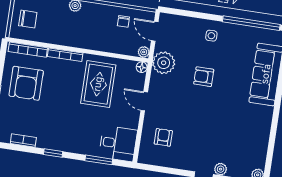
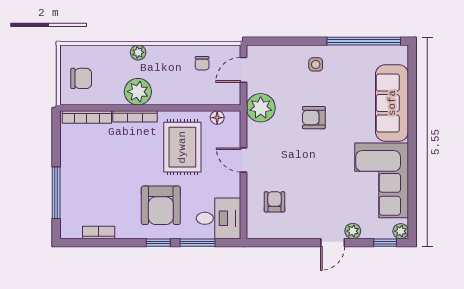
door: (155, 31) -> (243, 70), hinge flipped
plant: (144, 52) -> (138, 92), moved, width x1.88, depth x1.88
floor lamp: (142, 67) -> (217, 118), moved
armchair: (26, 83) -> (161, 205), moved
corner sofa: (249, 133) -> (382, 180), added
window: (53, 153) -> (158, 243), moved

